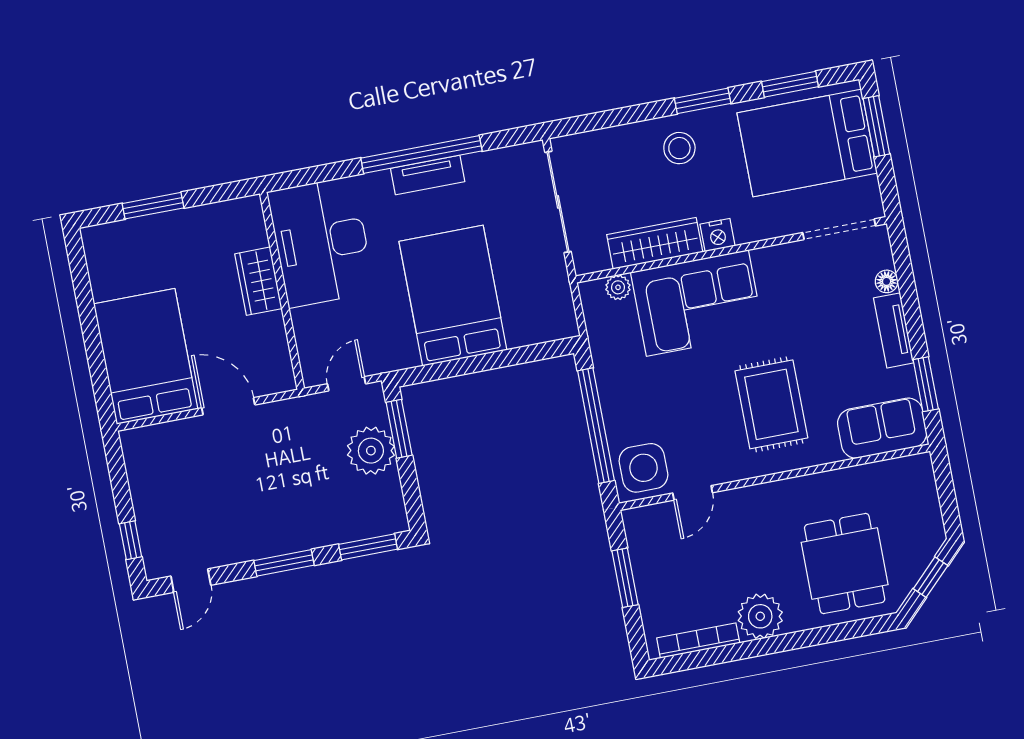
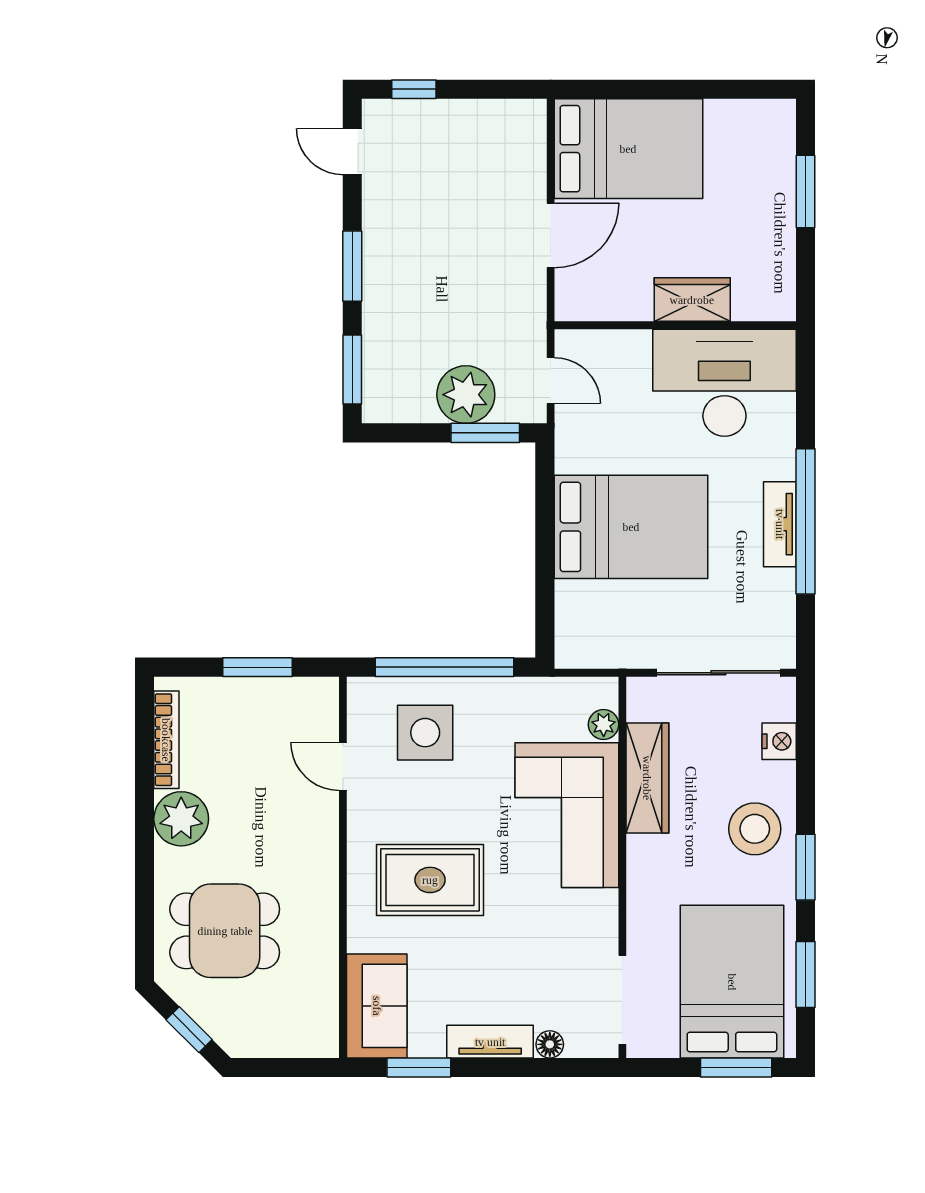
stool: (679, 148) -> (755, 829), width x1.38, depth x1.38
nightstand: (718, 235) -> (779, 741), moved, turned 180
side table: (643, 468) -> (425, 733), moved

